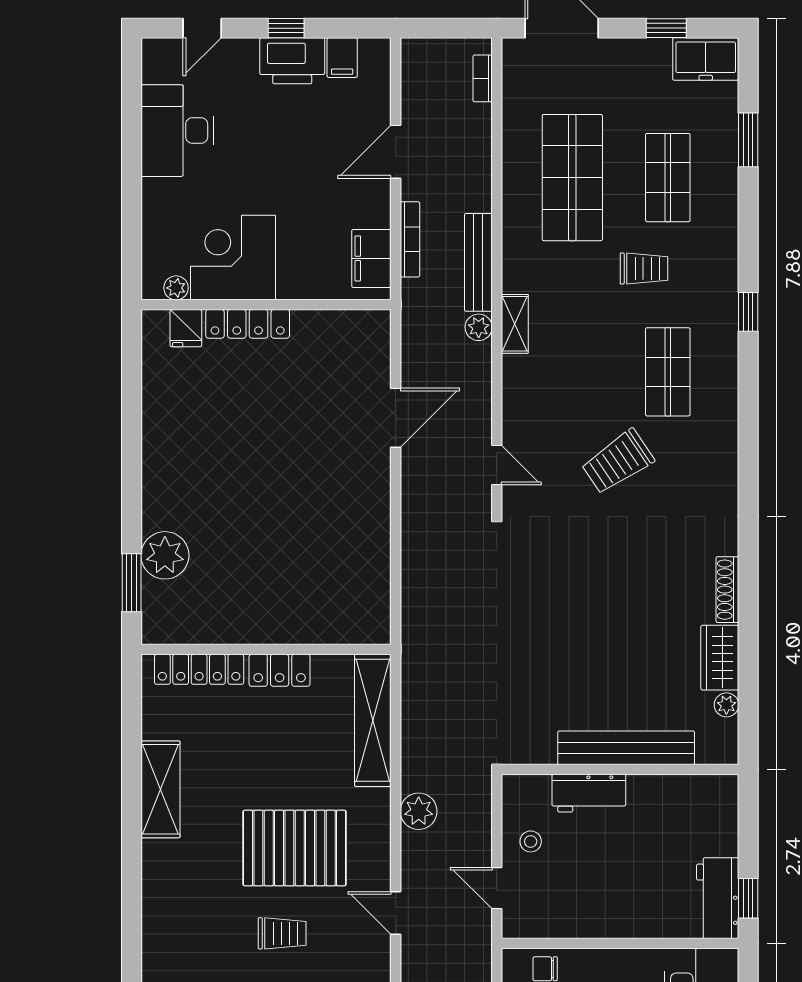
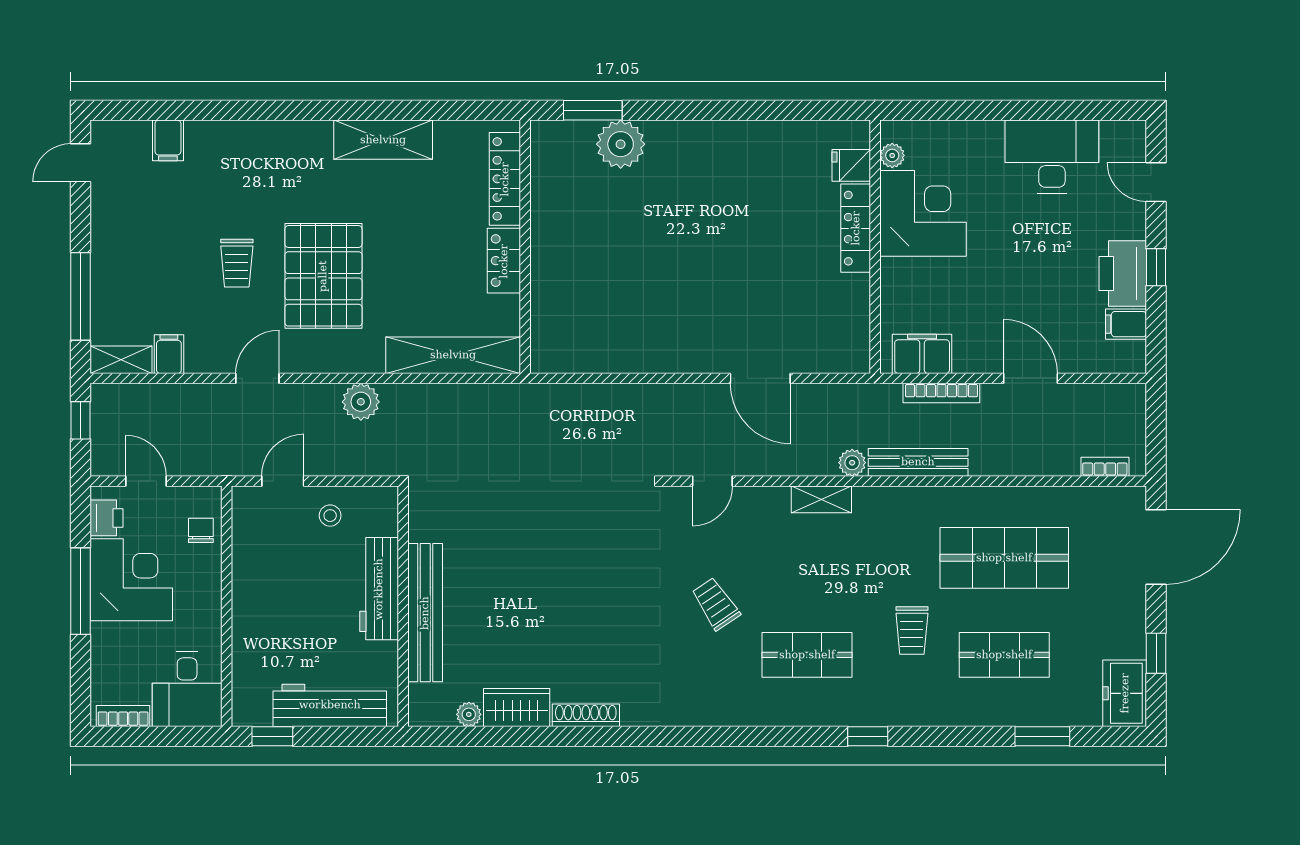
shelving: (515, 324) -> (821, 499), moved
trolley: (618, 462) -> (716, 604), width x0.73, depth x0.72
workbench: (589, 793) -> (379, 589), width x1.37
workbench: (718, 898) -> (330, 705), moved, width x1.38

